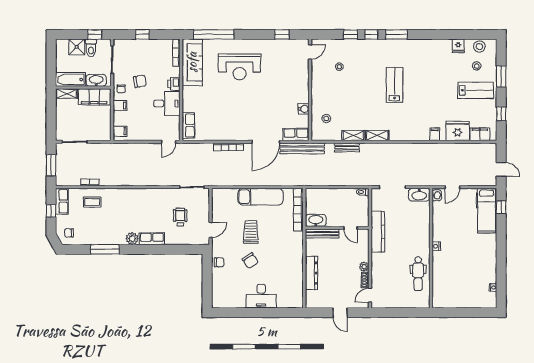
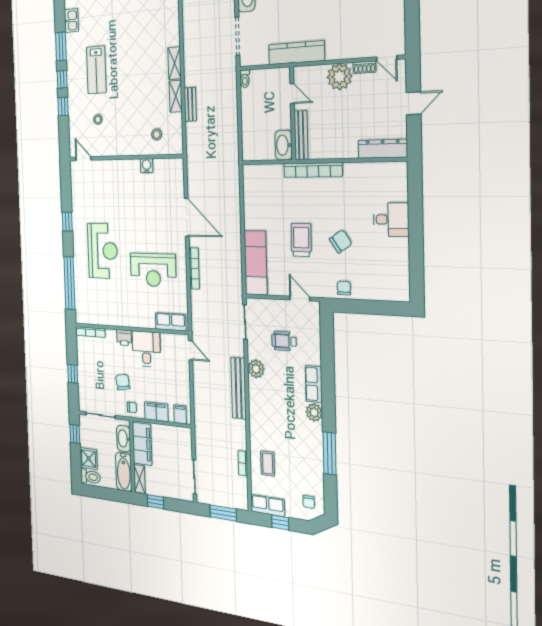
window: (282, 34) -> (67, 222), moved
kitchen sink: (415, 45) -> (71, 21), added
toilet: (91, 48) -> (90, 477), moved
sofa: (192, 62) -> (100, 312), removed
lab bench: (394, 85) -> (96, 70), moved, turned -90
filing cabinet: (120, 106) -> (156, 412), width x2.00
window: (51, 107) -> (155, 502), added
reception desk: (226, 112) -> (153, 270), added
row of seats: (296, 135) -> (177, 176), removed
bench: (302, 148) -> (238, 388), moved
plant: (159, 195) -> (256, 369), added
exam couch: (261, 197) -> (256, 263), moved
bookcase: (298, 210) -> (313, 170), moved
door: (351, 228) -> (292, 94), hinge flipped
trolley: (251, 232) -> (301, 240), turned 91
plant: (364, 267) -> (339, 77), width x1.88, depth x1.88
dresser: (311, 273) -> (383, 149), moved
desk: (261, 296) -> (391, 220), width x0.73

